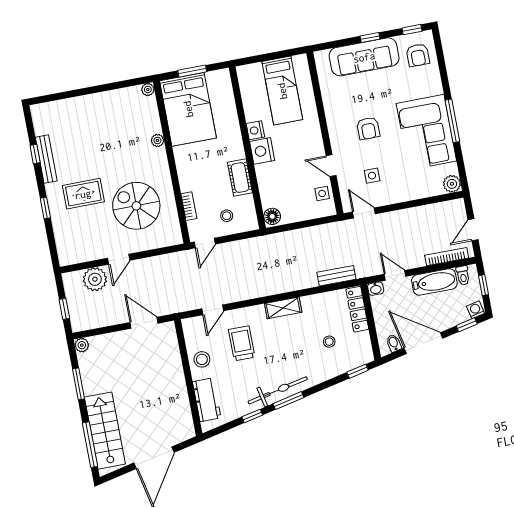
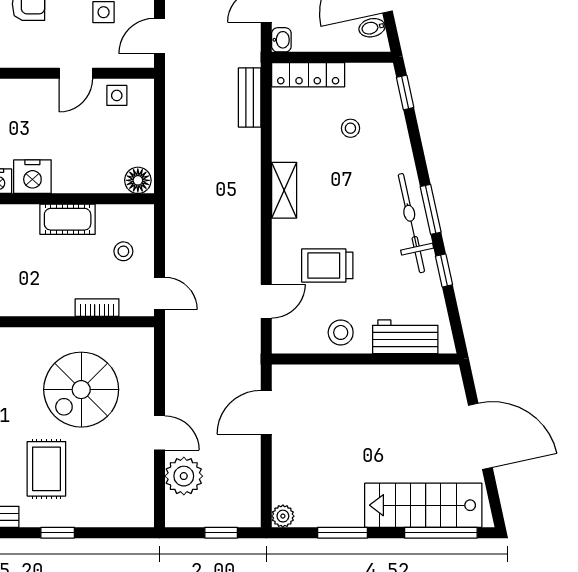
door: (213, 310) -> (266, 301), hinge flipped

